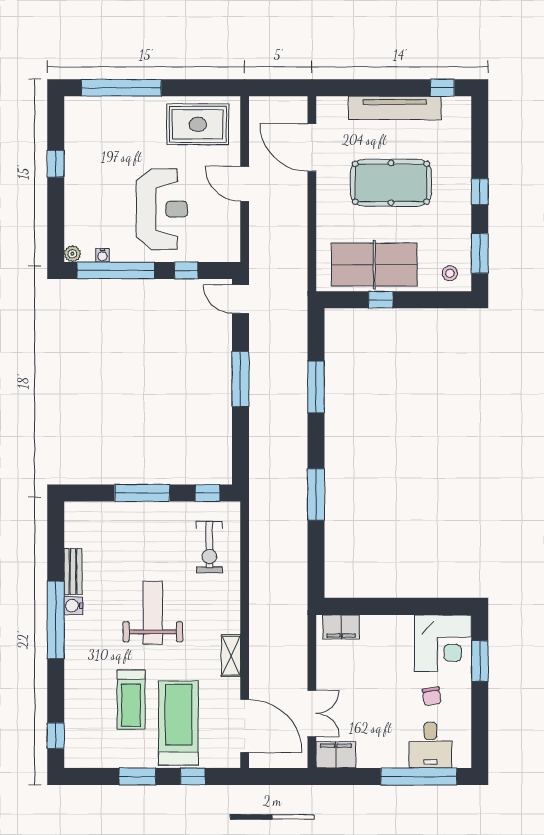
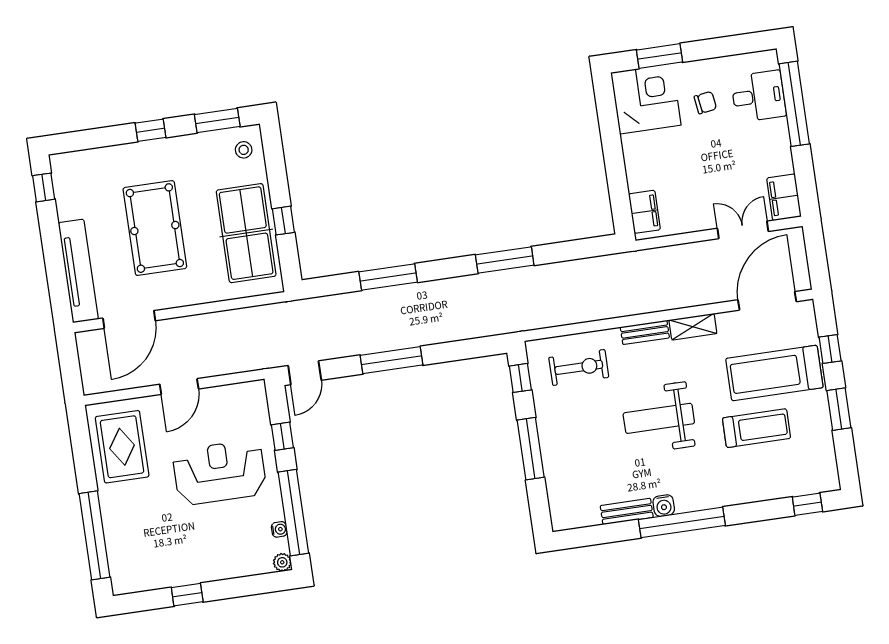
tv unit: (395, 108) -> (78, 271), moved
bench: (232, 611) -> (645, 332), added

